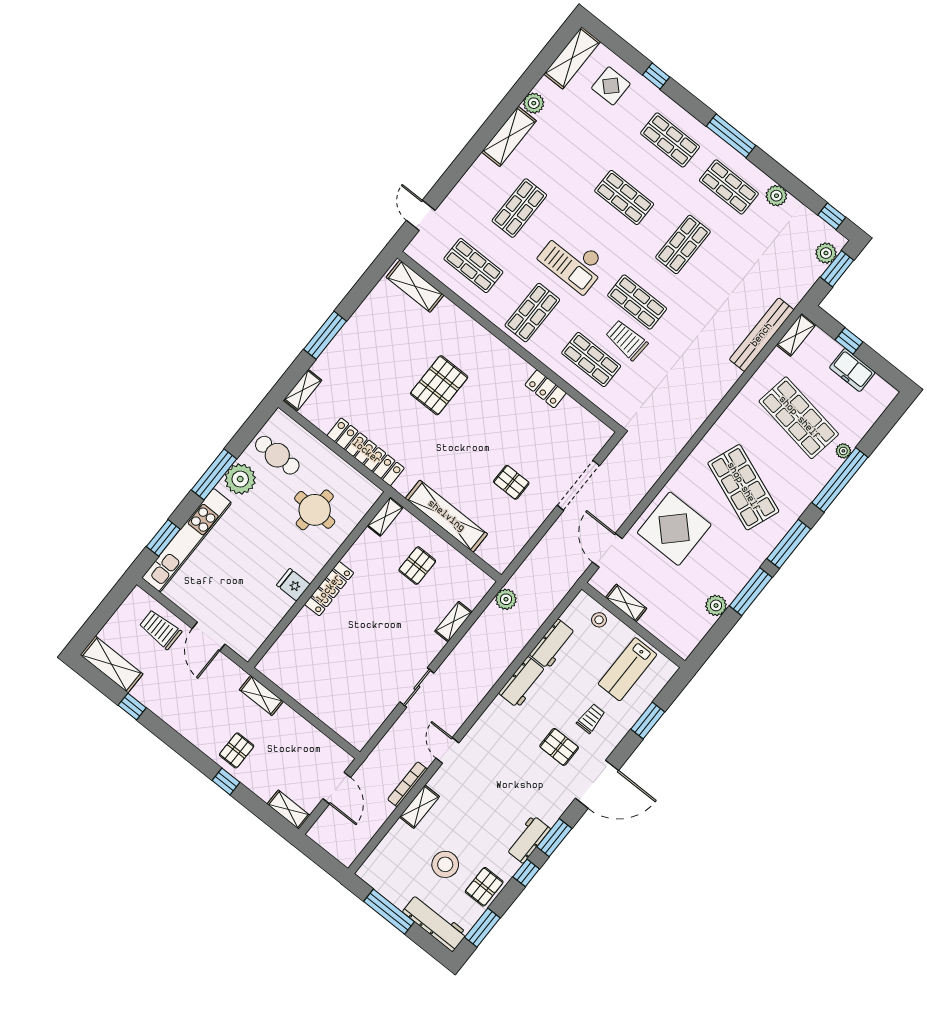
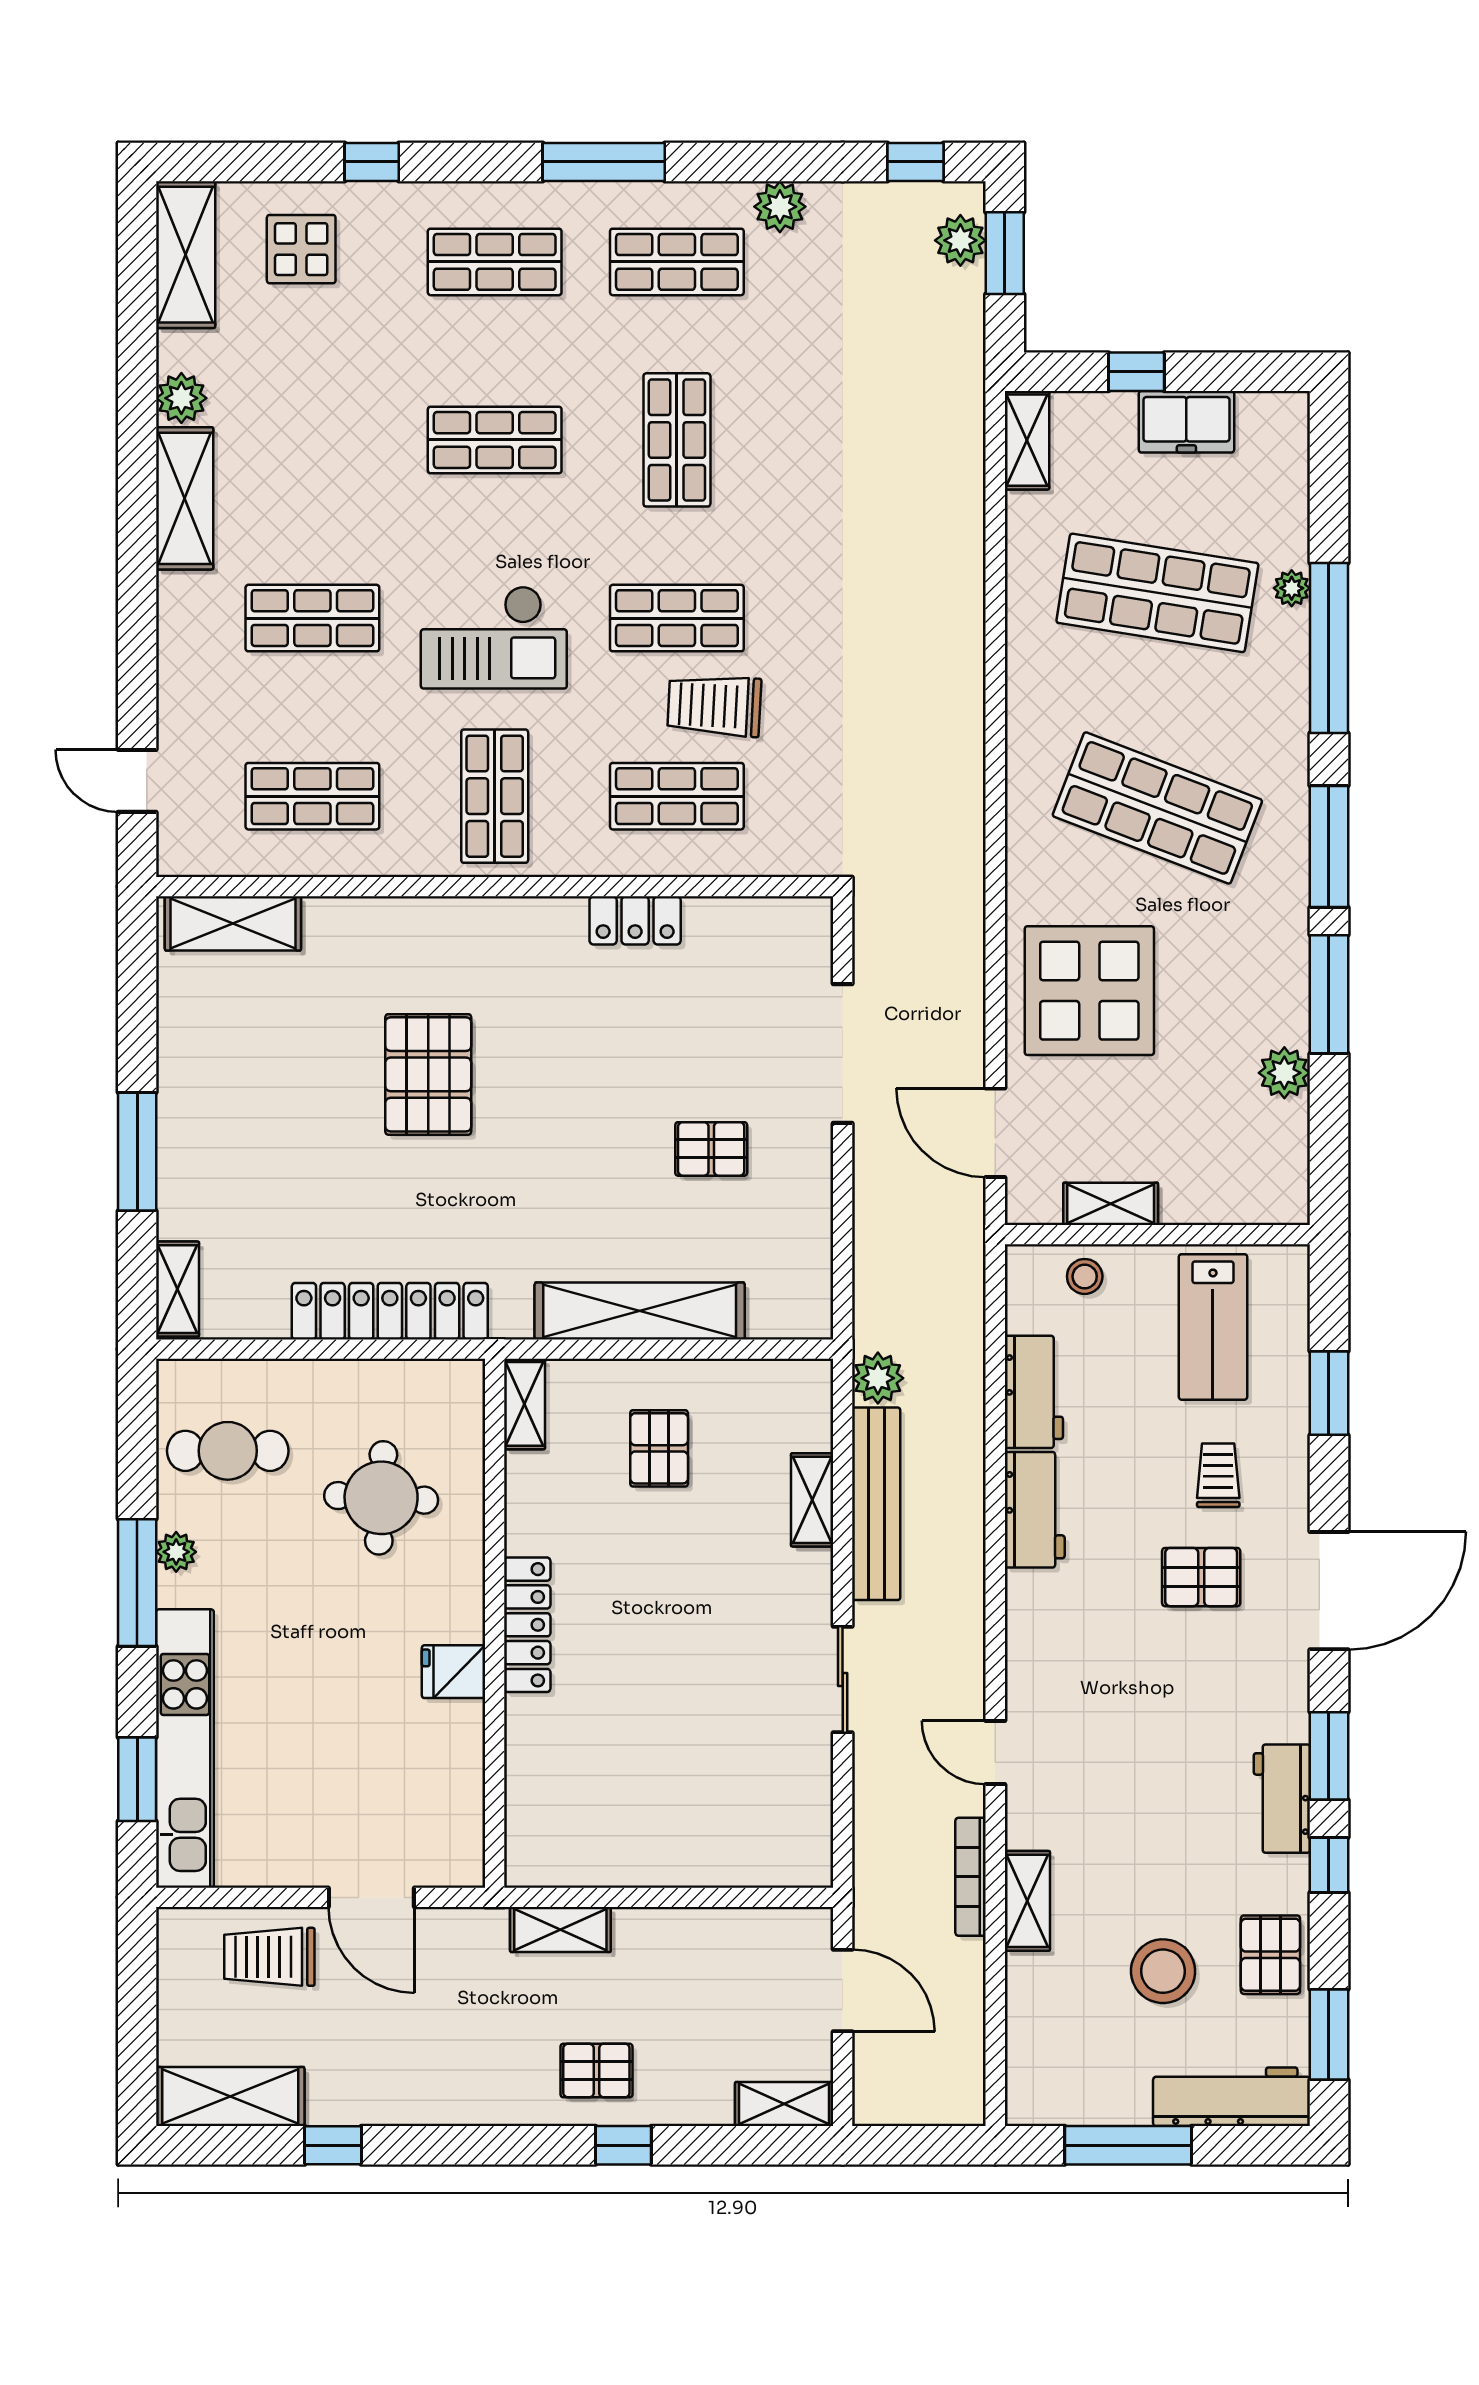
shop shelf: (519, 208) -> (312, 618), turned 90
bench: (762, 335) -> (876, 1504), moved
plant: (240, 479) -> (176, 1552), width x0.53, depth x0.53
pallet: (237, 750) -> (596, 2071), turned 90

